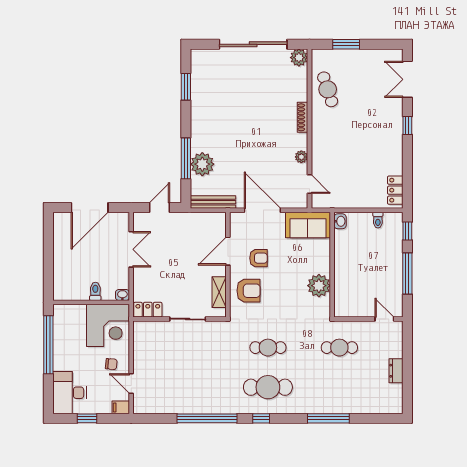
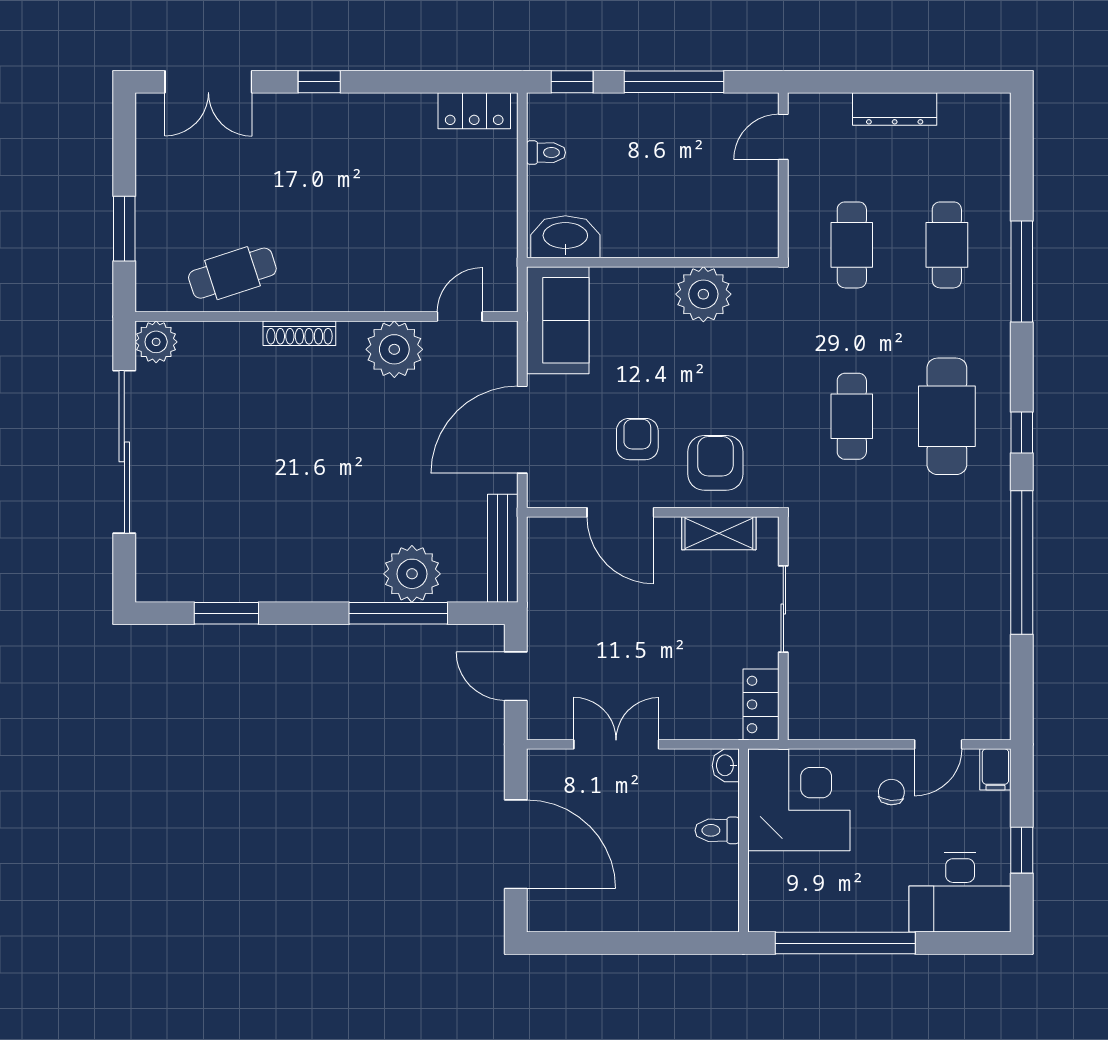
plant: (301, 157) -> (394, 349), width x1.88, depth x1.88
washbasin: (340, 221) -> (565, 237), width x1.91, depth x1.45
dresser: (396, 371) -> (895, 109), width x1.44
cafe table: (339, 387) -> (947, 245), added

